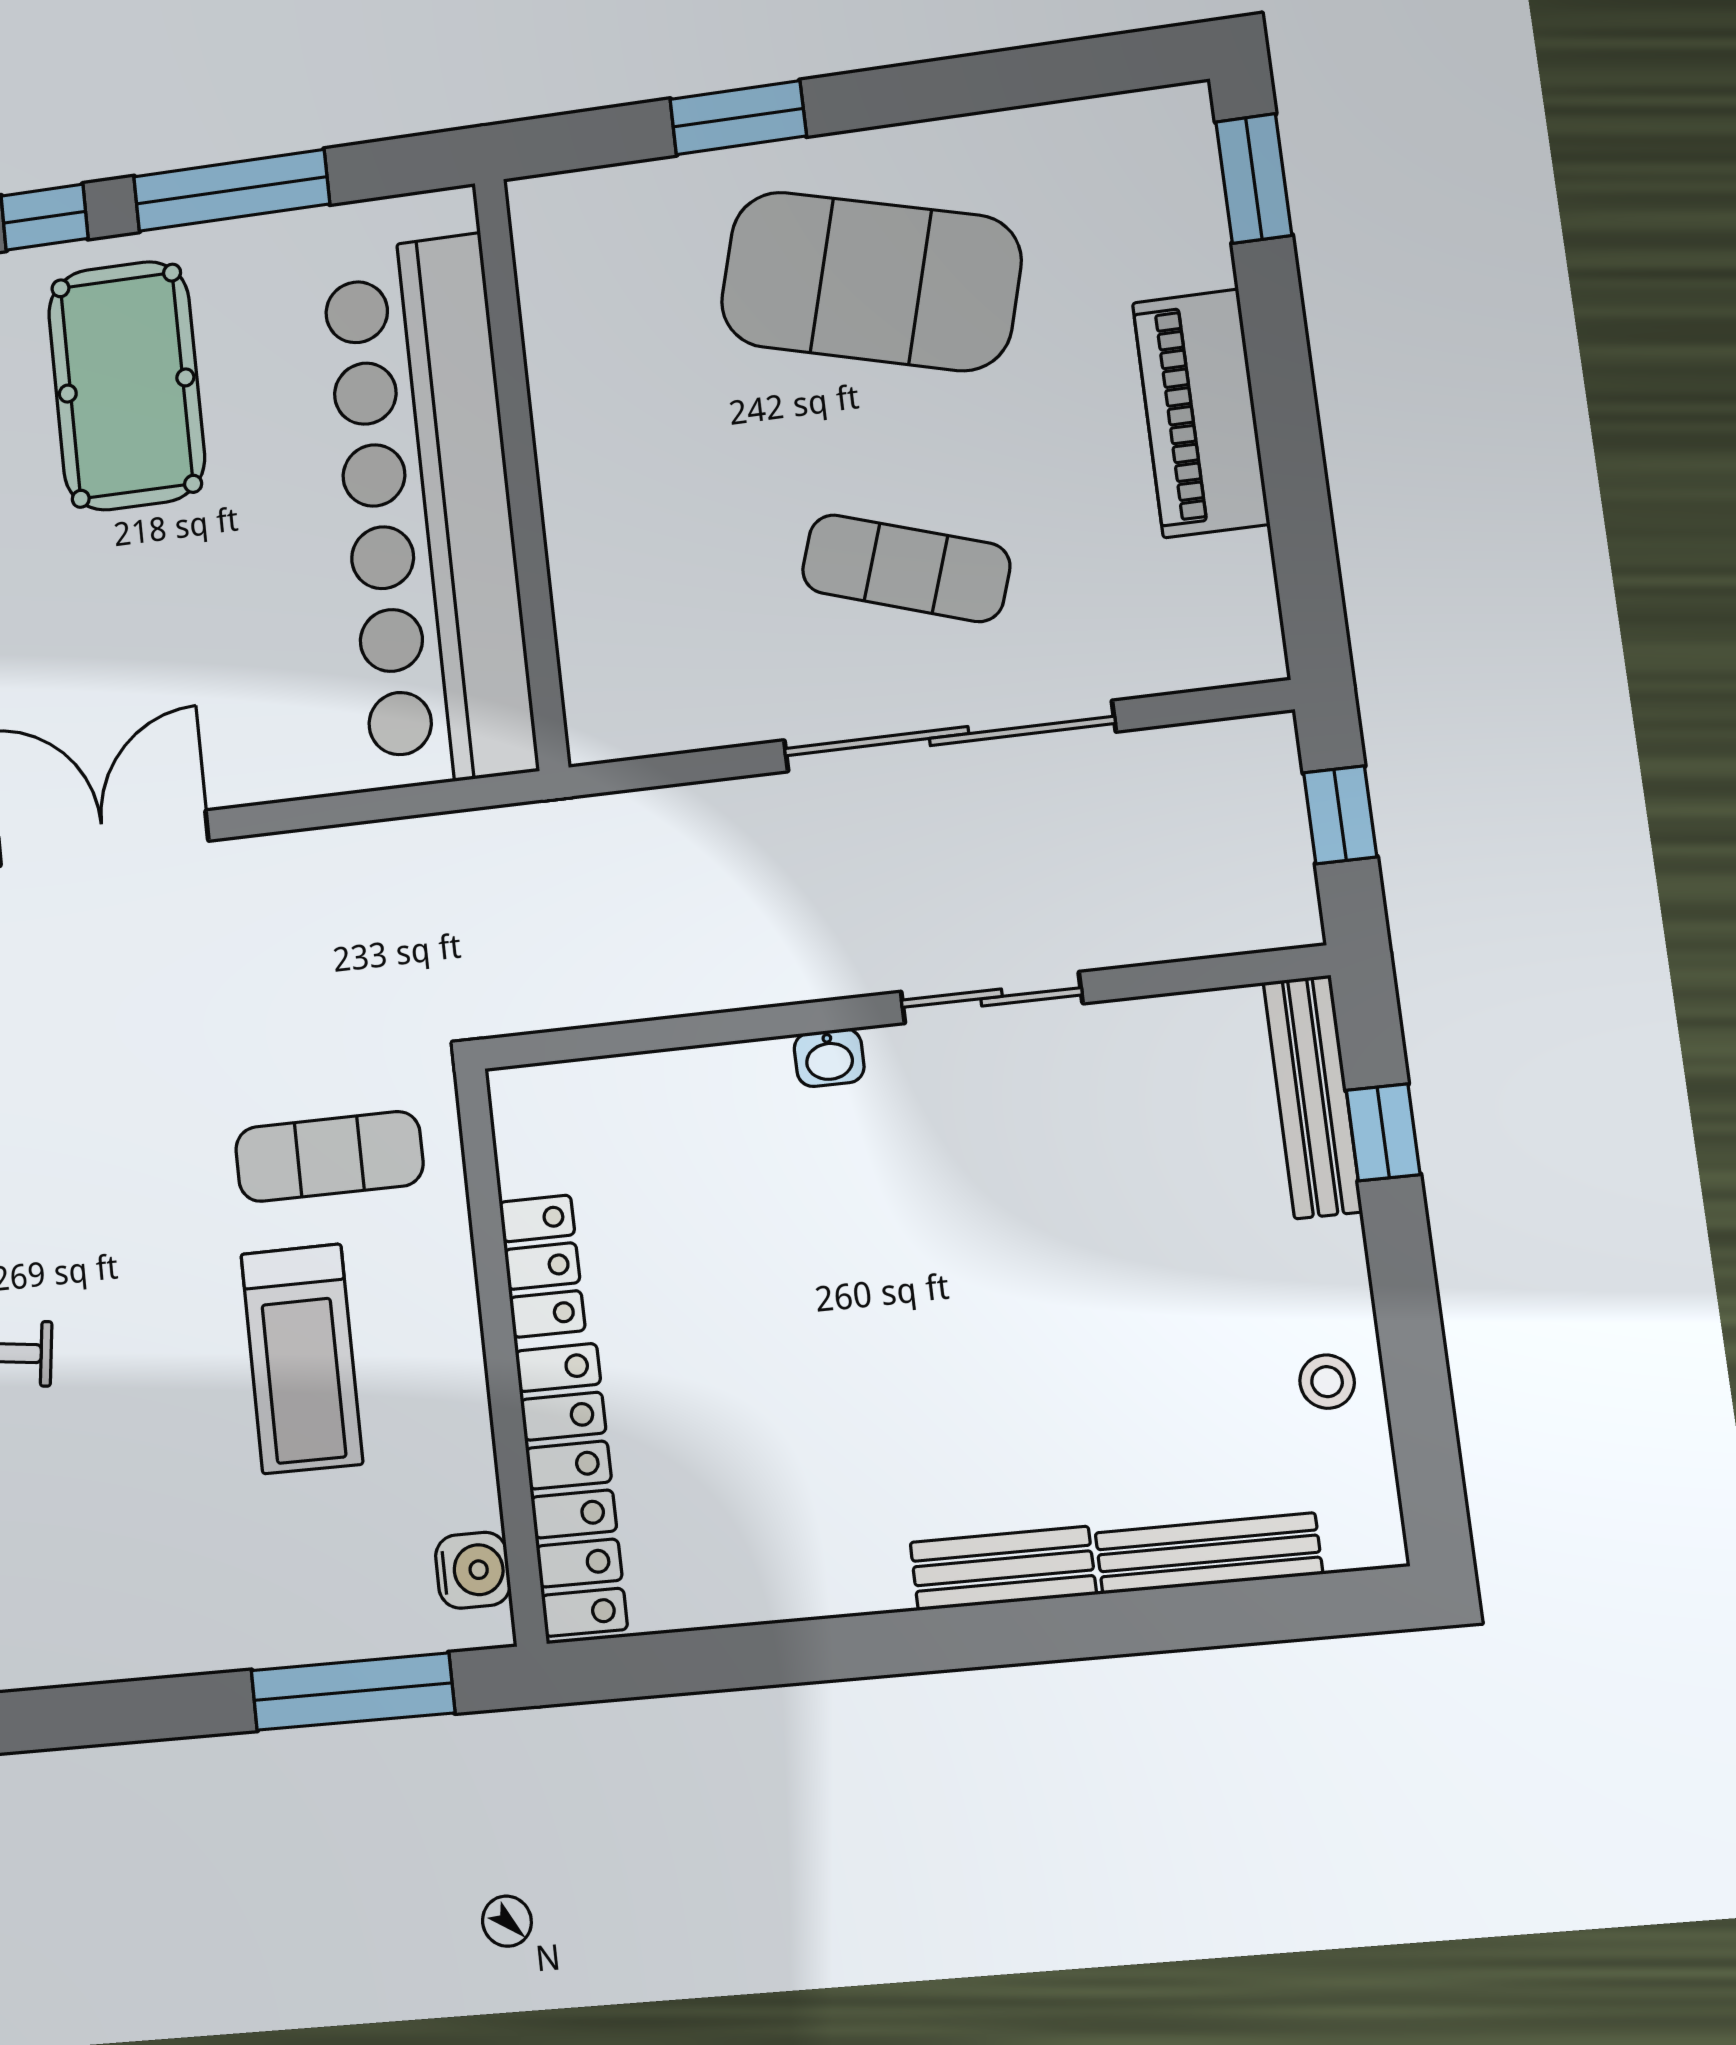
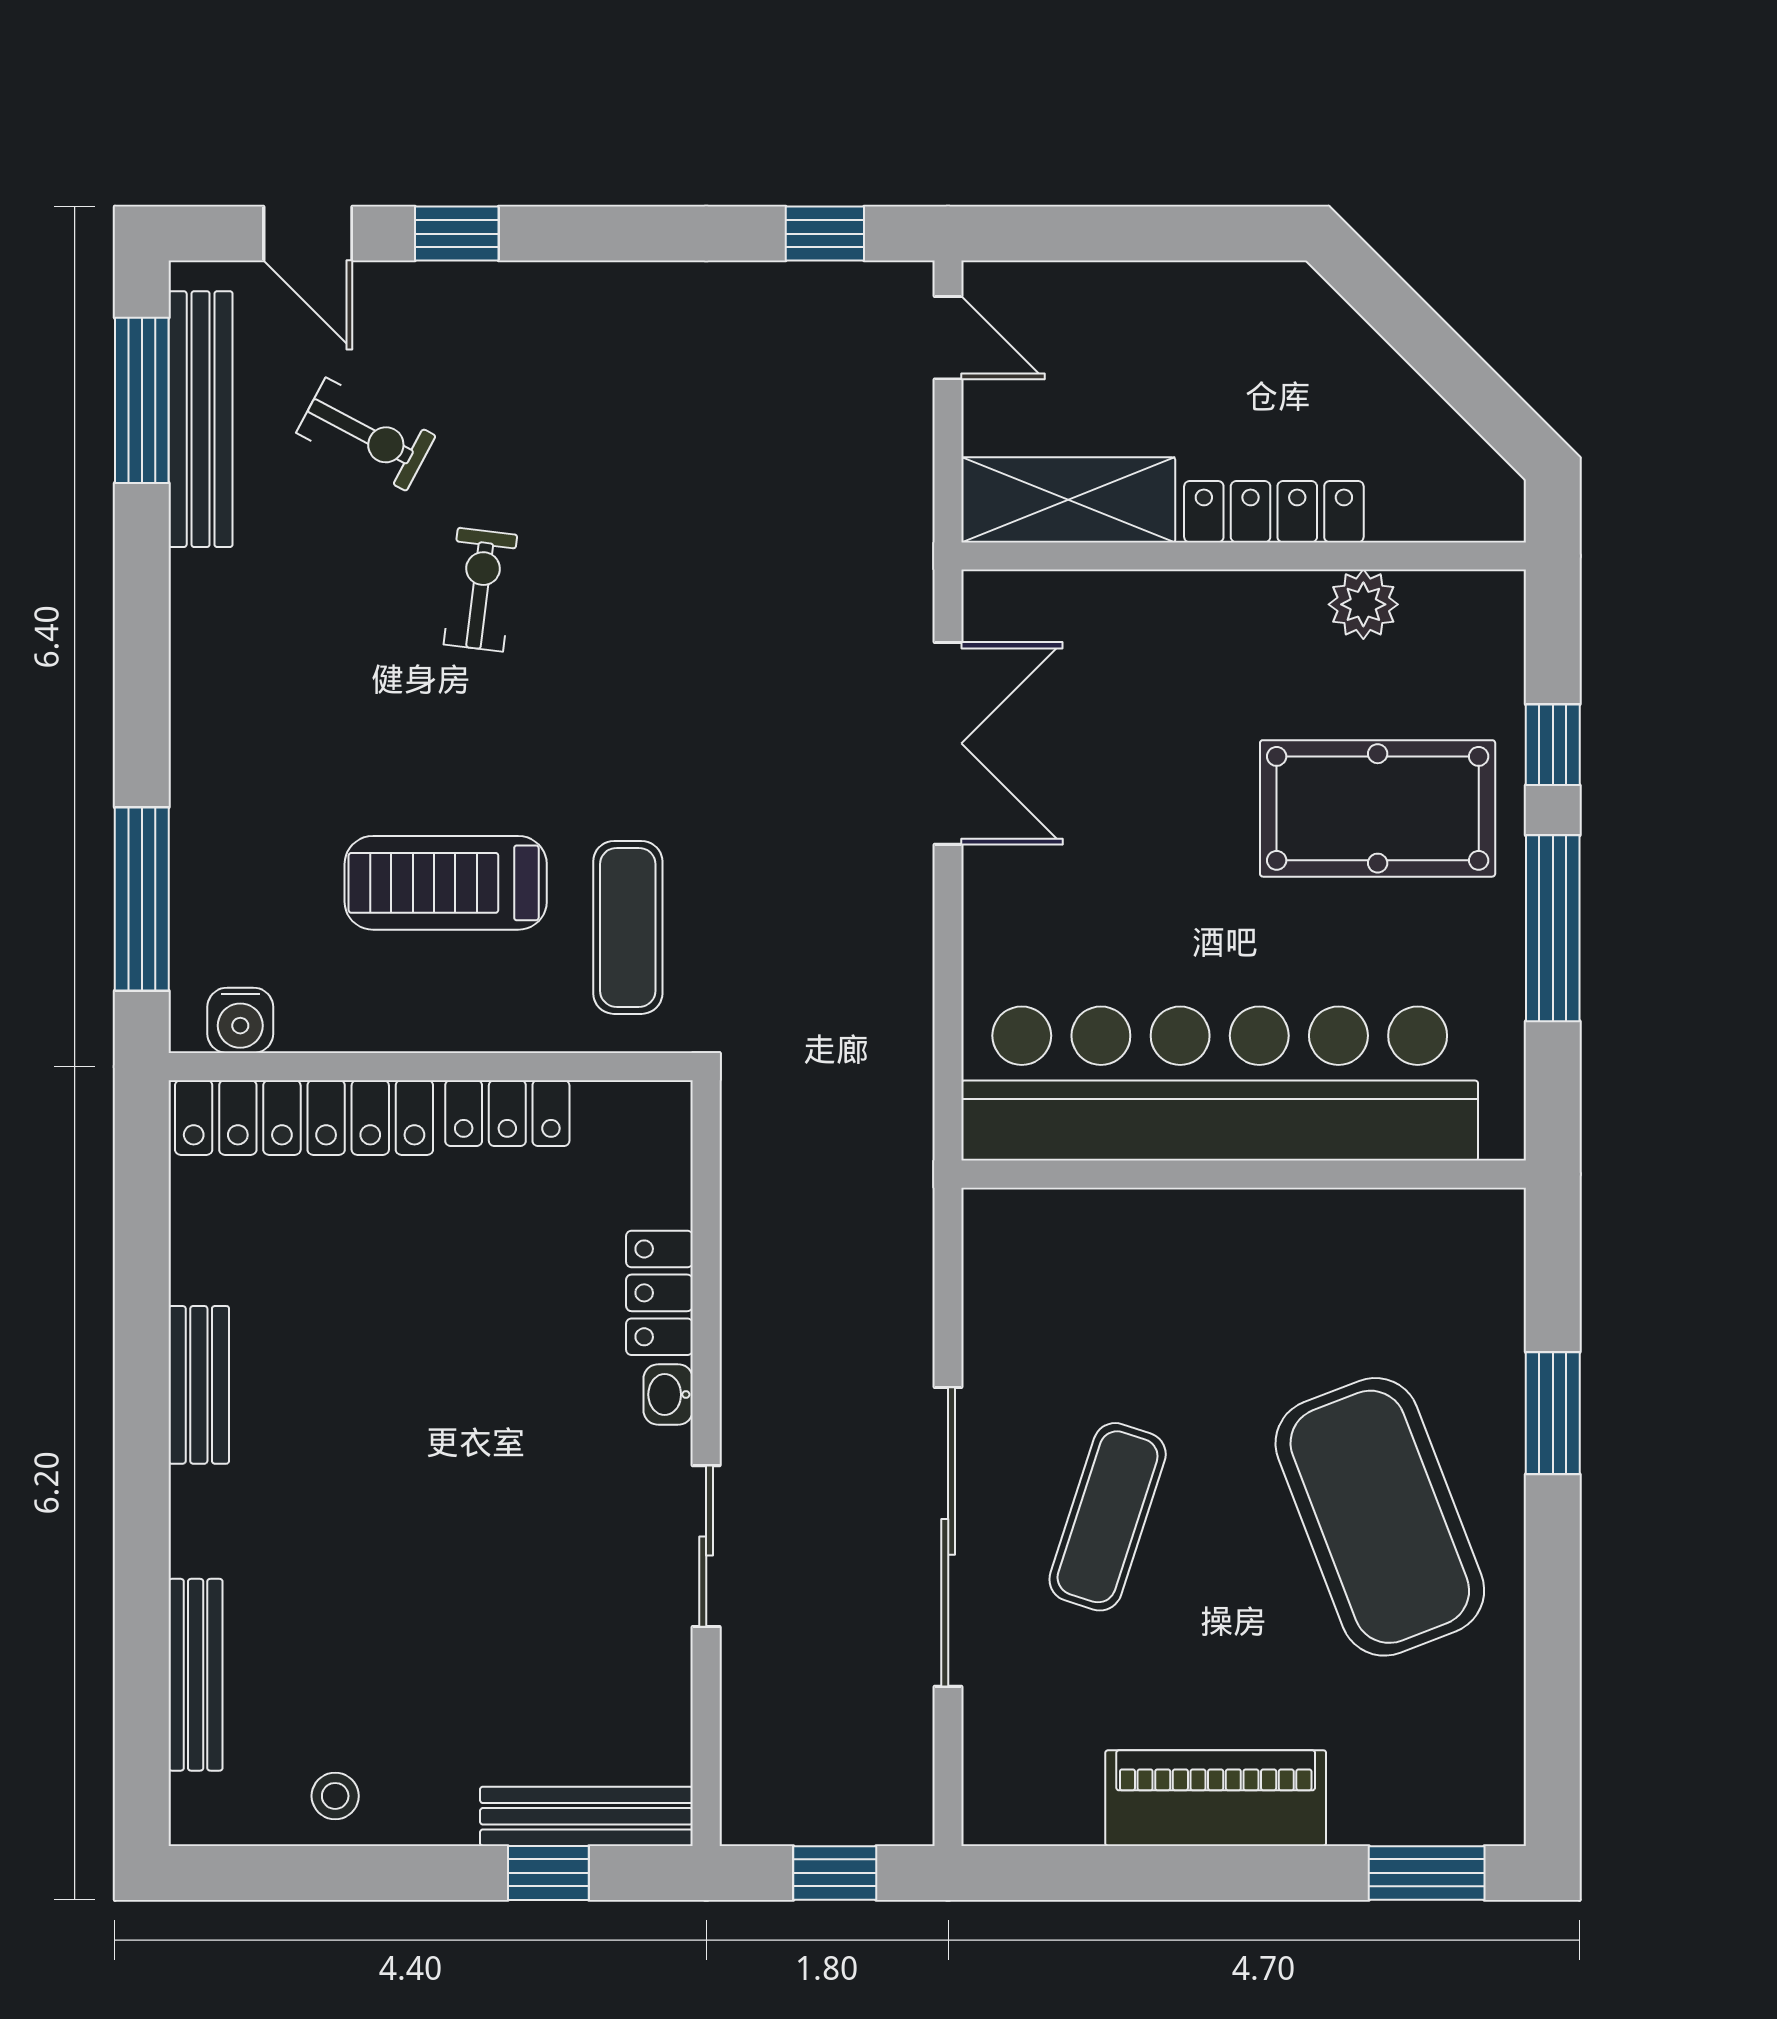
exercise mat: (871, 281) -> (1380, 1517), turned -36
locker: (719, 1079) -> (659, 1293), added
bench: (1003, 1568) -> (199, 1385), moved

